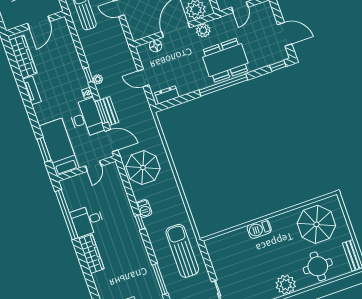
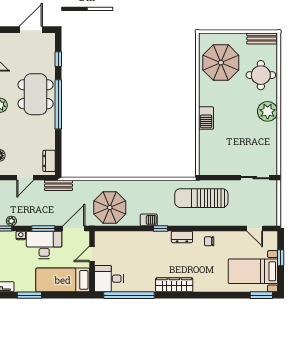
window: (278, 66) -> (58, 59), moved
bench: (109, 111) -> (59, 185), moved
window: (44, 150) -> (29, 295), moved
door: (93, 166) -> (92, 254), swing flipped
desk: (87, 220) -> (109, 279), moved, turned 90
dresser: (139, 245) -> (182, 237), added
chair: (144, 272) -> (209, 241), added
window: (160, 279) -> (221, 228), removed

